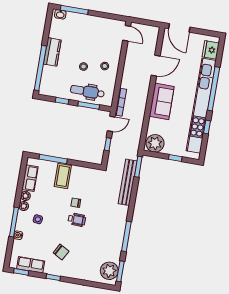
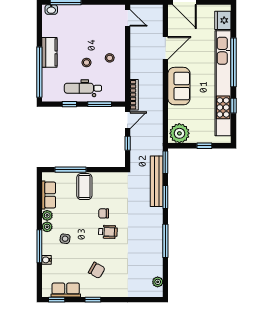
dental chair: (87, 92) -> (83, 88), moved
plant: (109, 271) -> (158, 282), width x0.53, depth x0.53
window: (120, 271) -> (165, 197), moved

